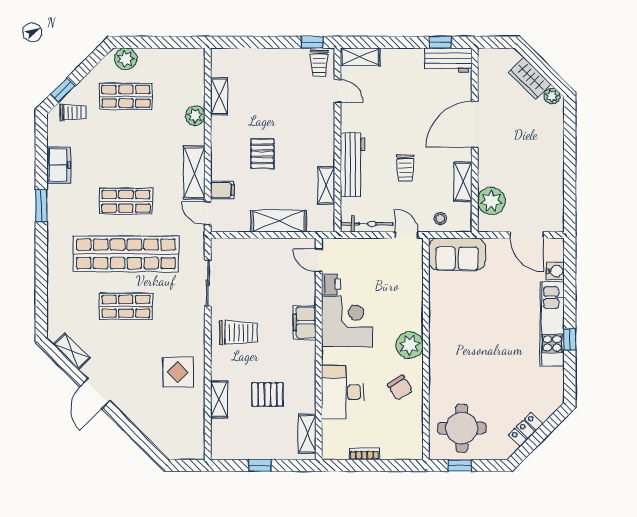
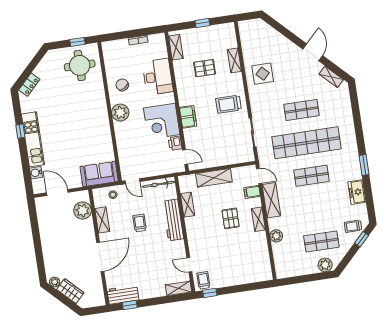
shelving: (219, 96) -> (258, 219), moved
locker: (525, 429) -> (29, 85), moved

